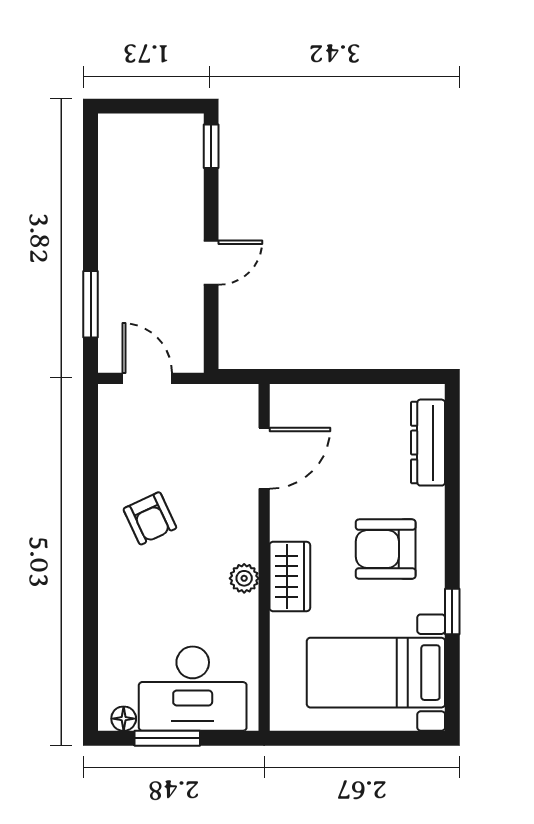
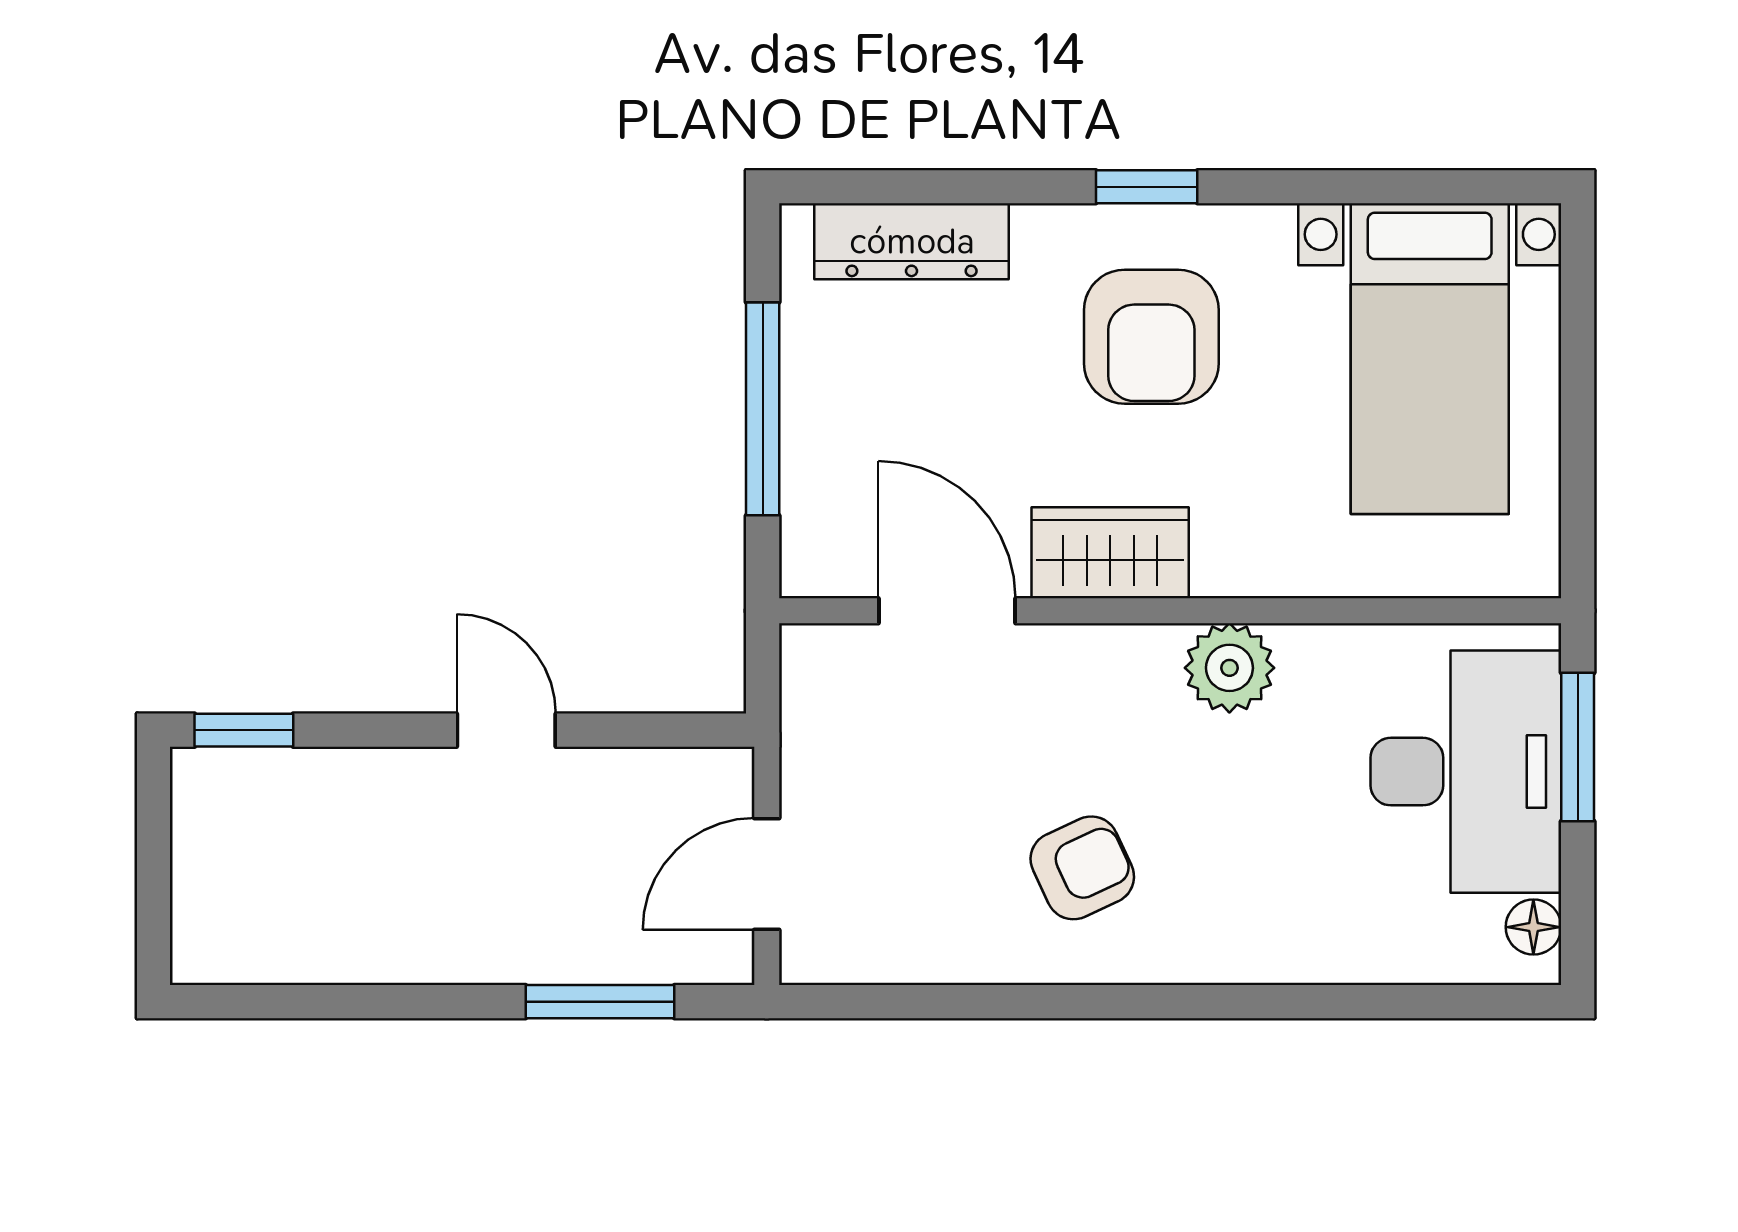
window: (354, 377) -> (763, 409), added
wardrobe: (290, 576) -> (1110, 553), moved
plant: (244, 578) -> (1229, 668), width x1.38, depth x1.38
window: (452, 612) -> (1147, 187), moved
window: (167, 738) -> (1578, 747), moved

